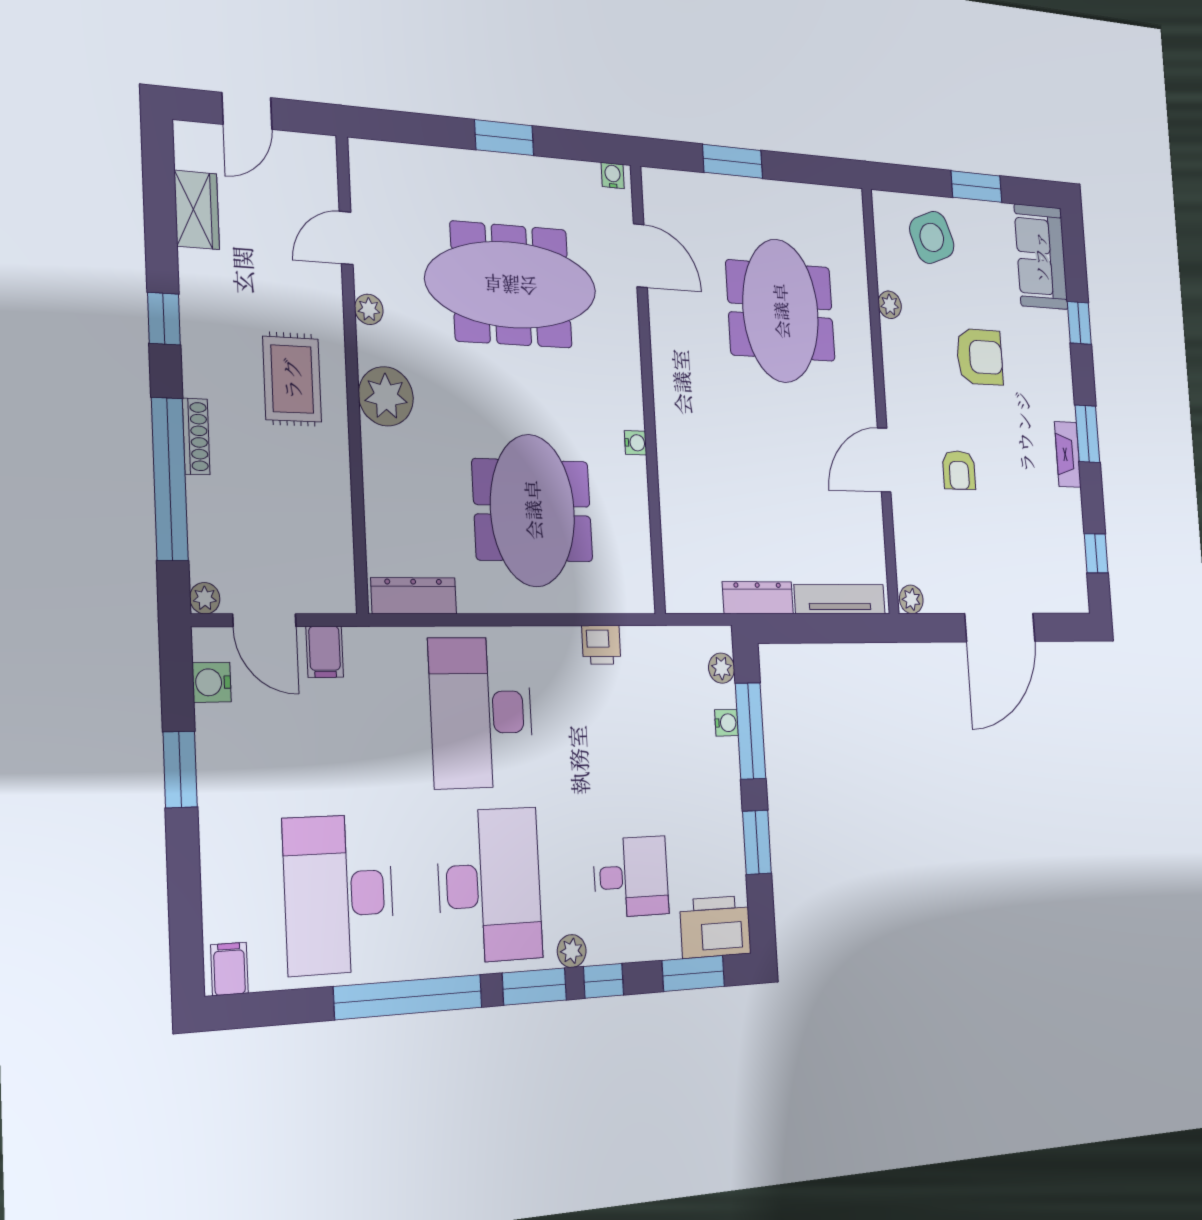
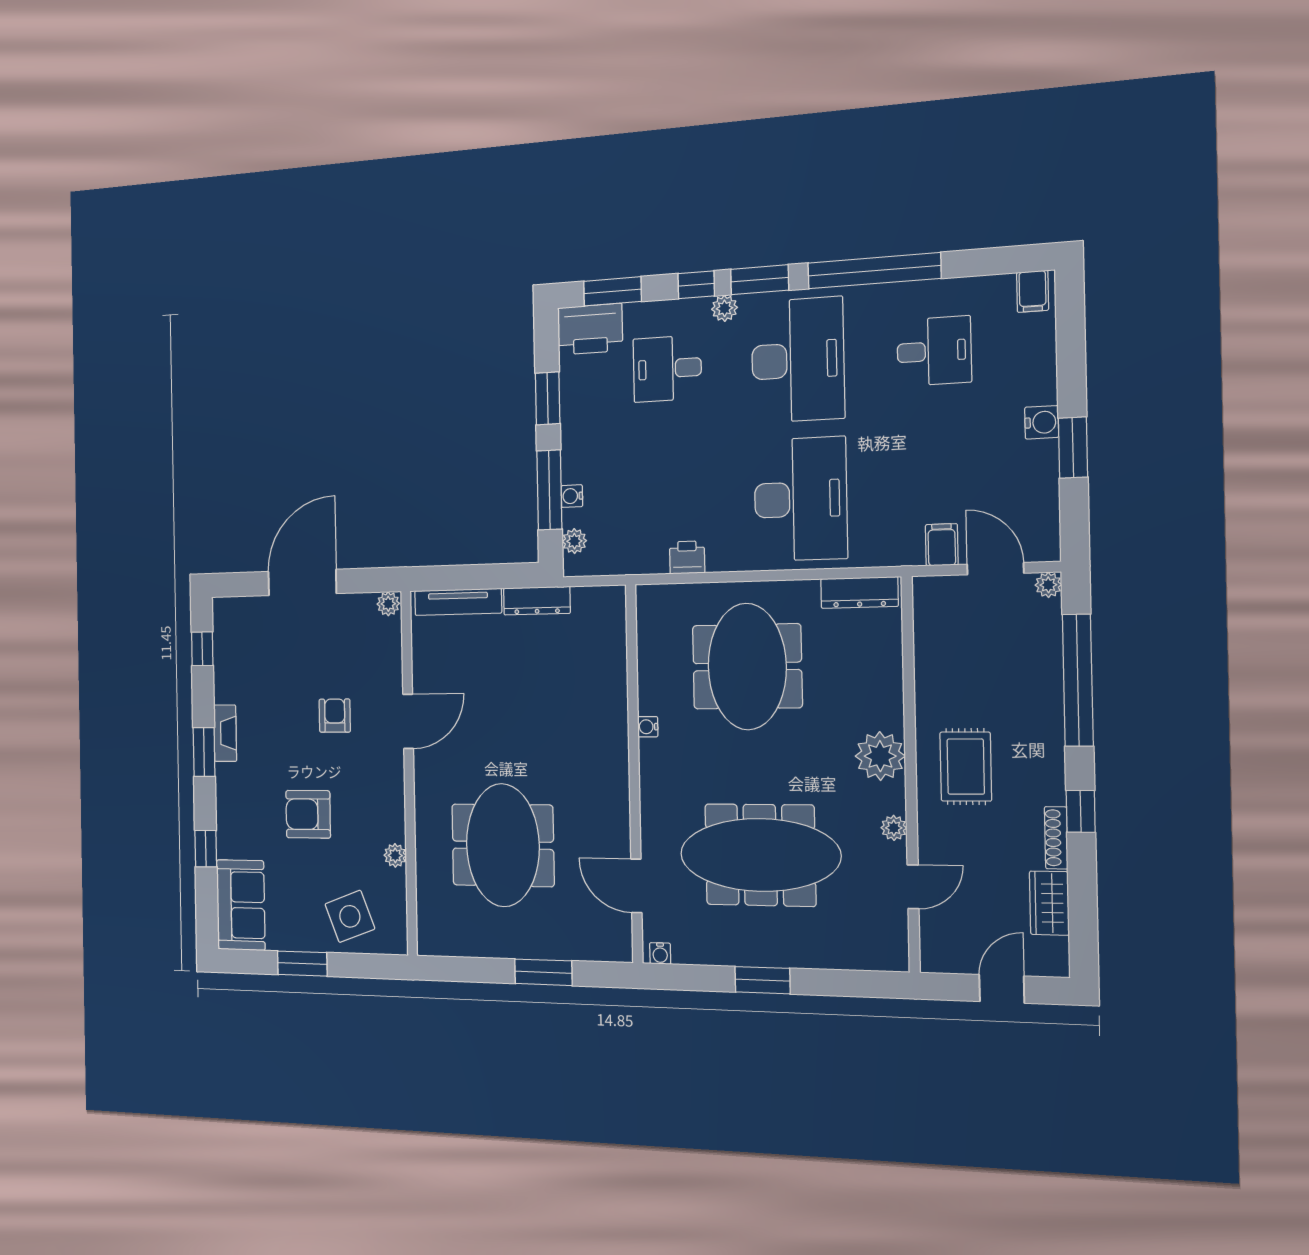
shoe rack: (196, 437) -> (1056, 838), moved
water cooler: (212, 682) -> (1042, 422), moved
desk: (490, 885) -> (798, 360), turned 180
desk: (339, 894) -> (934, 351), width x0.53, depth x0.77

